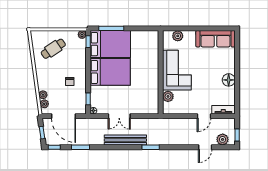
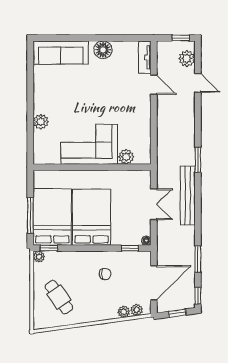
sofa: (215, 39) -> (61, 53), moved, turned 90
corner sofa: (177, 70) -> (89, 144), moved
wall: (161, 72) -> (92, 167), moved
plant: (168, 96) -> (126, 157), moved

